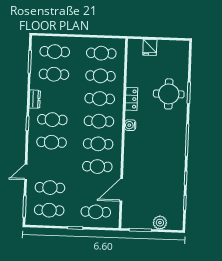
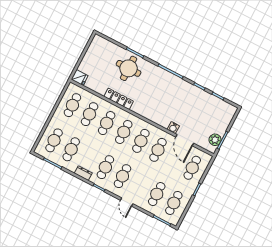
fridge: (150, 47) -> (80, 78), moved
locker: (131, 99) -> (119, 99), width x1.53
water cooler: (130, 125) -> (173, 128), moved
door: (26, 172) -> (127, 202), moved
plant: (160, 223) -> (215, 140), moved

